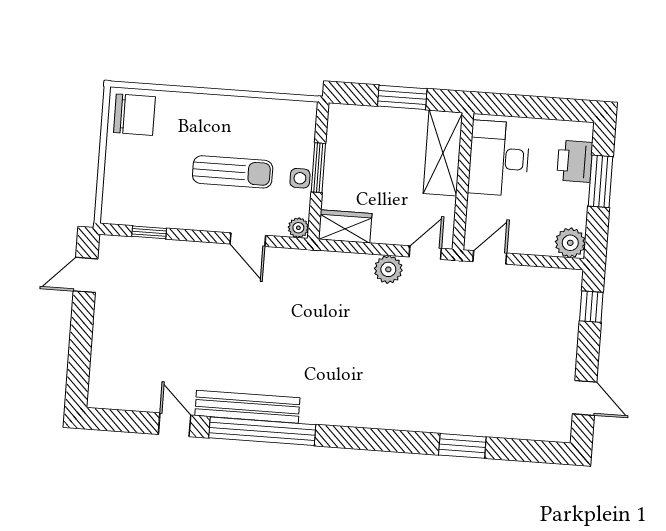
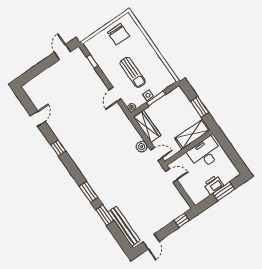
chair: (134, 115) -> (118, 34), moved
printer: (575, 161) -> (214, 185), moved
wardrobe: (345, 226) -> (147, 126), width x1.50
plant: (570, 243) -> (197, 197), removed
door: (85, 275) -> (62, 52), hinge flipped
bench: (247, 407) -> (124, 226), moved
window: (262, 431) -> (58, 148), width x0.32
window: (393, 441) -> (89, 192), added

